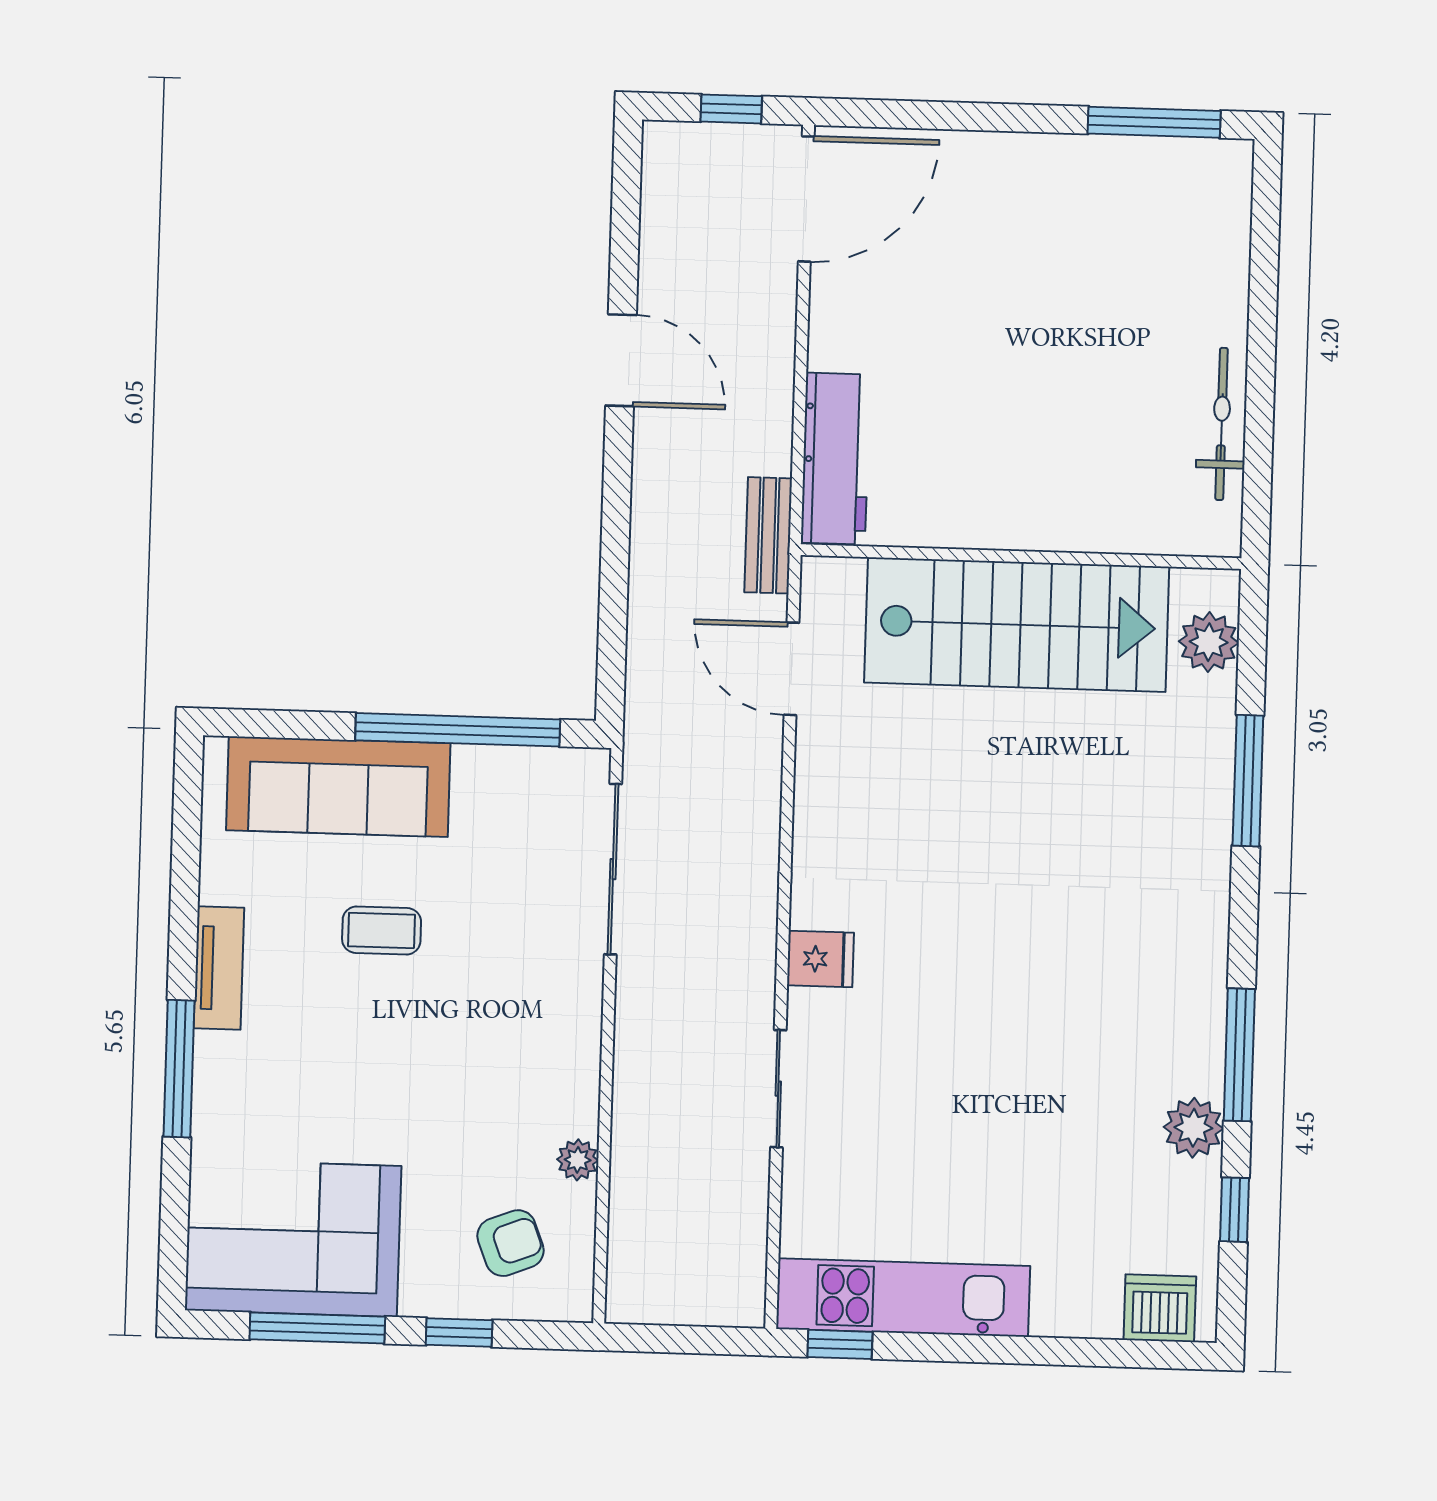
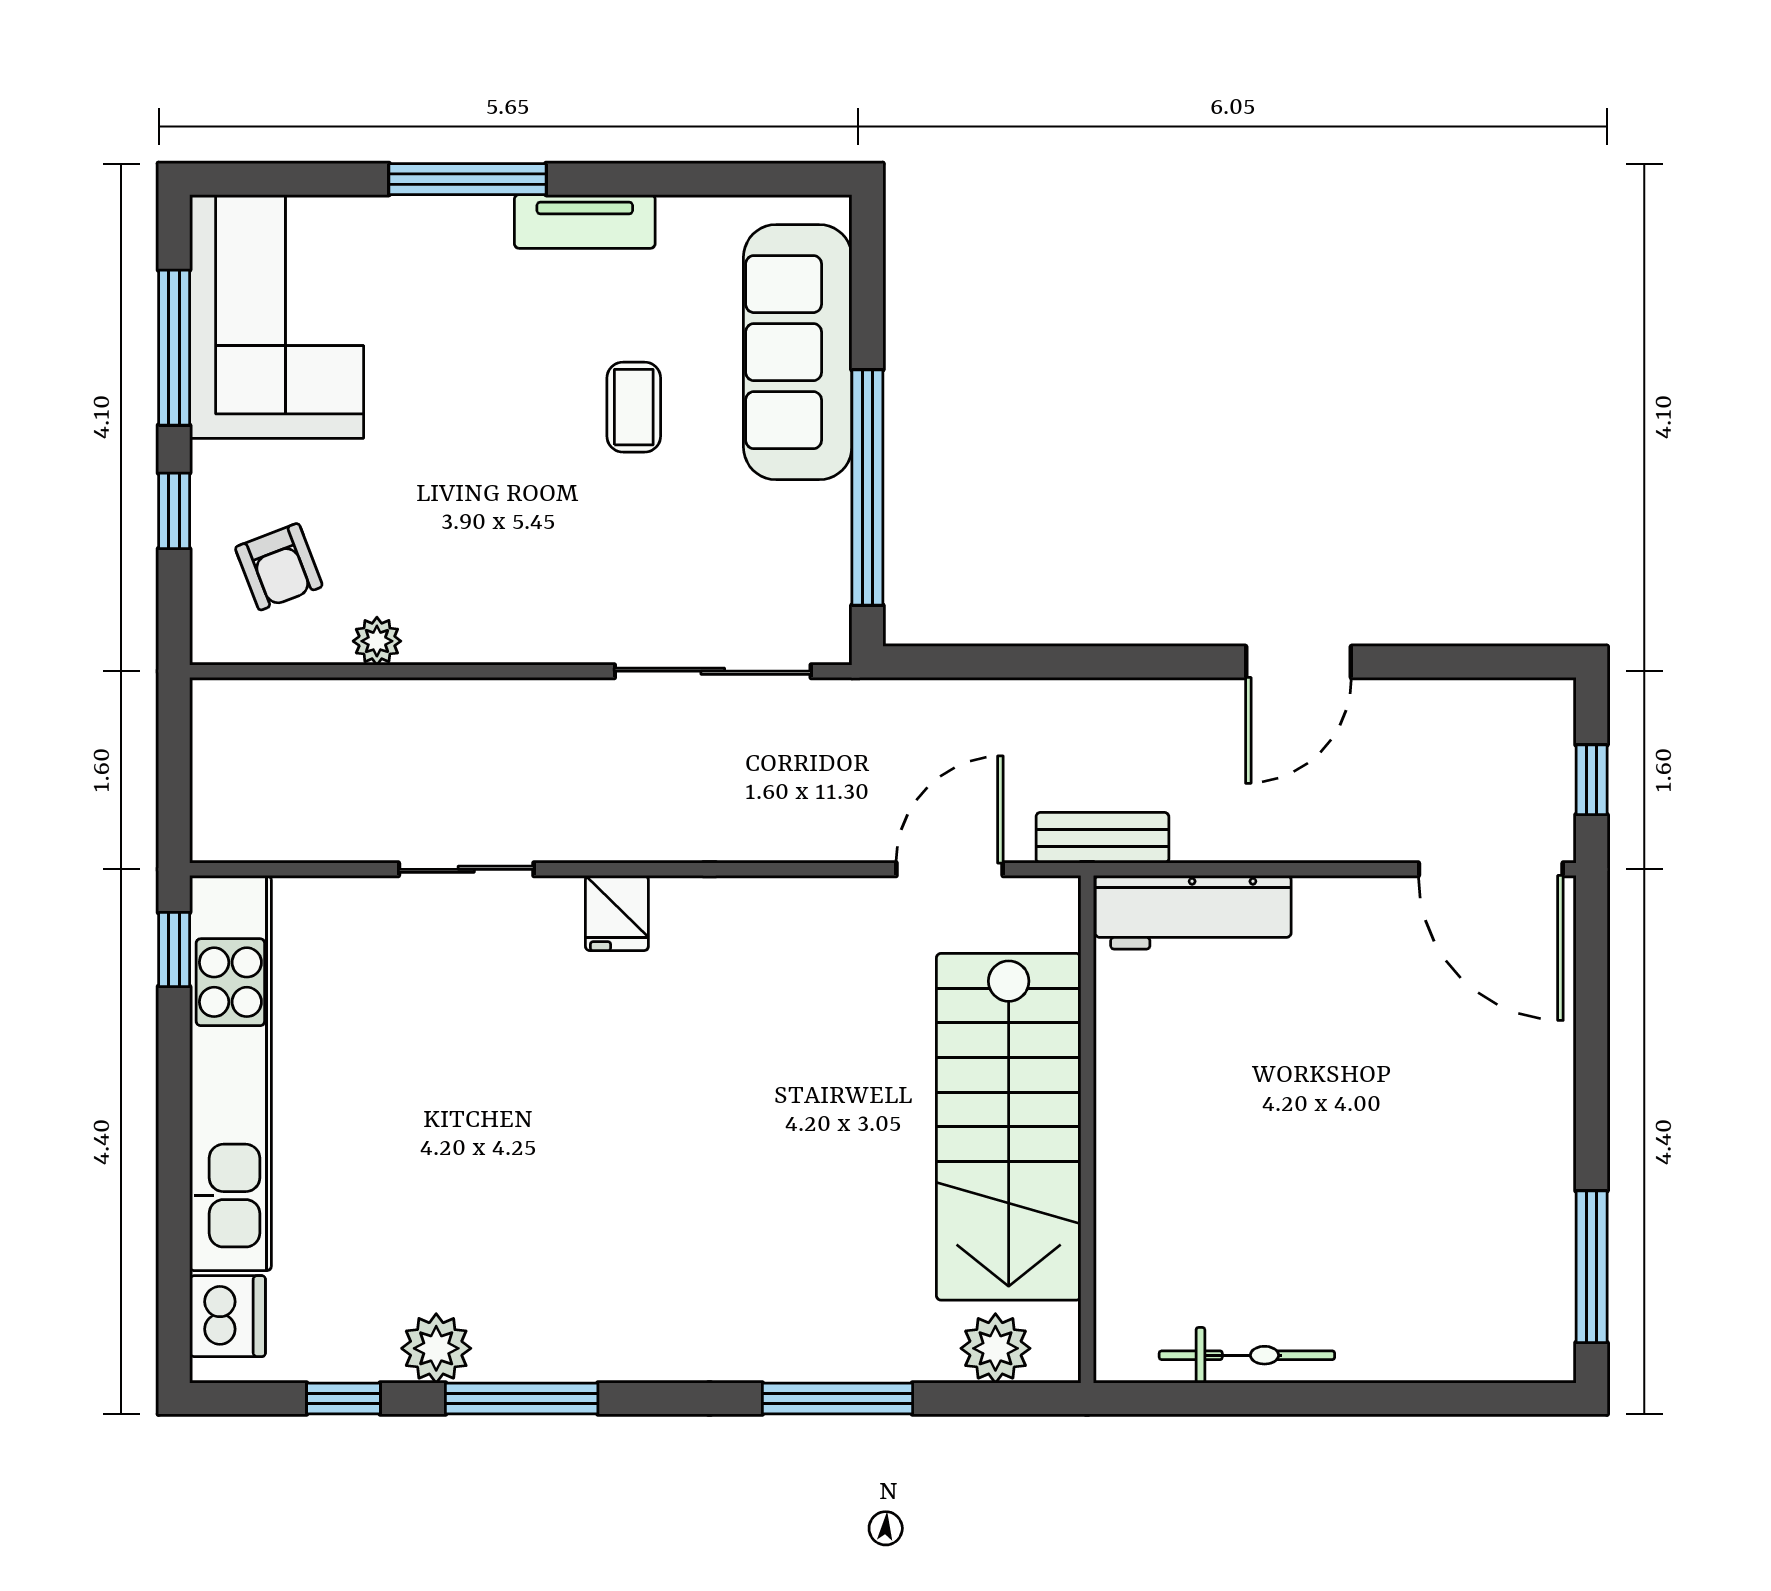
kitchen unit: (903, 1297) -> (230, 1073), width x1.36

